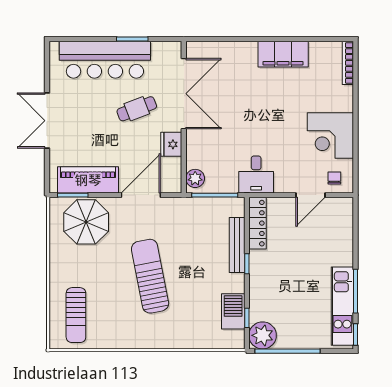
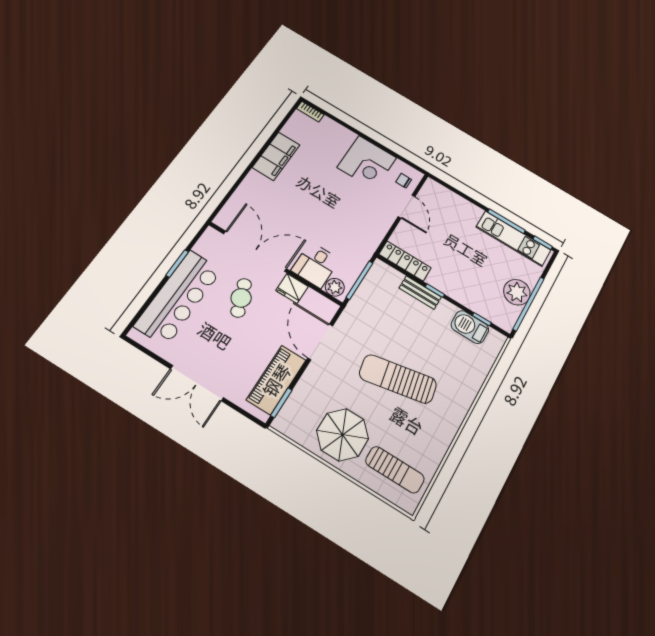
bookcase: (348, 63) -> (310, 112), width x0.64
desk: (256, 174) -> (316, 265), moved, turned 90
parasol: (86, 222) -> (343, 435), moved
bench: (237, 245) -> (420, 293), width x0.73
plant: (263, 335) -> (517, 292), moved

